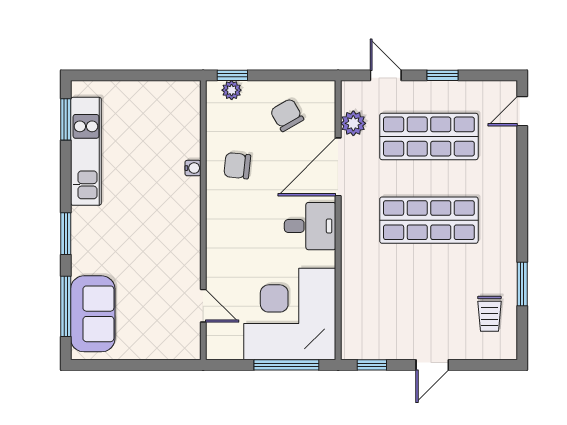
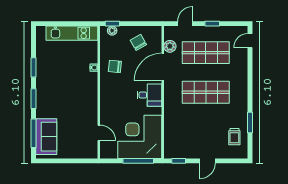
door: (386, 75) -> (185, 24), hinge flipped
window: (66, 119) -> (34, 67), moved
kitchen unit: (86, 151) -> (72, 33), moved, turned 90

